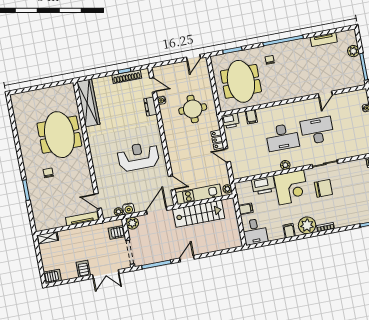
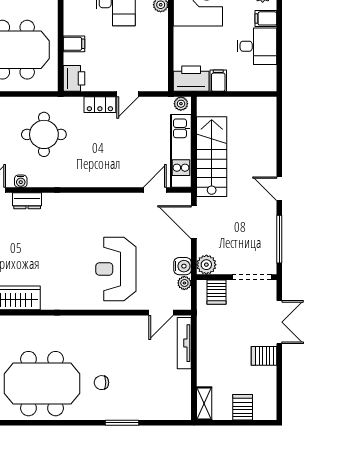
meeting table: (59, 135) -> (42, 384), moved
reception desk: (138, 157) -> (116, 269), moved
printer: (264, 185) -> (191, 79), moved, turned -90
desk: (255, 232) -> (257, 46), moved
server rack: (52, 276) -> (243, 407), moved

